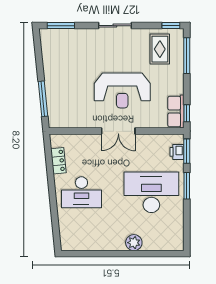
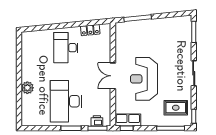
desk: (151, 192) -> (66, 101), turned 180

